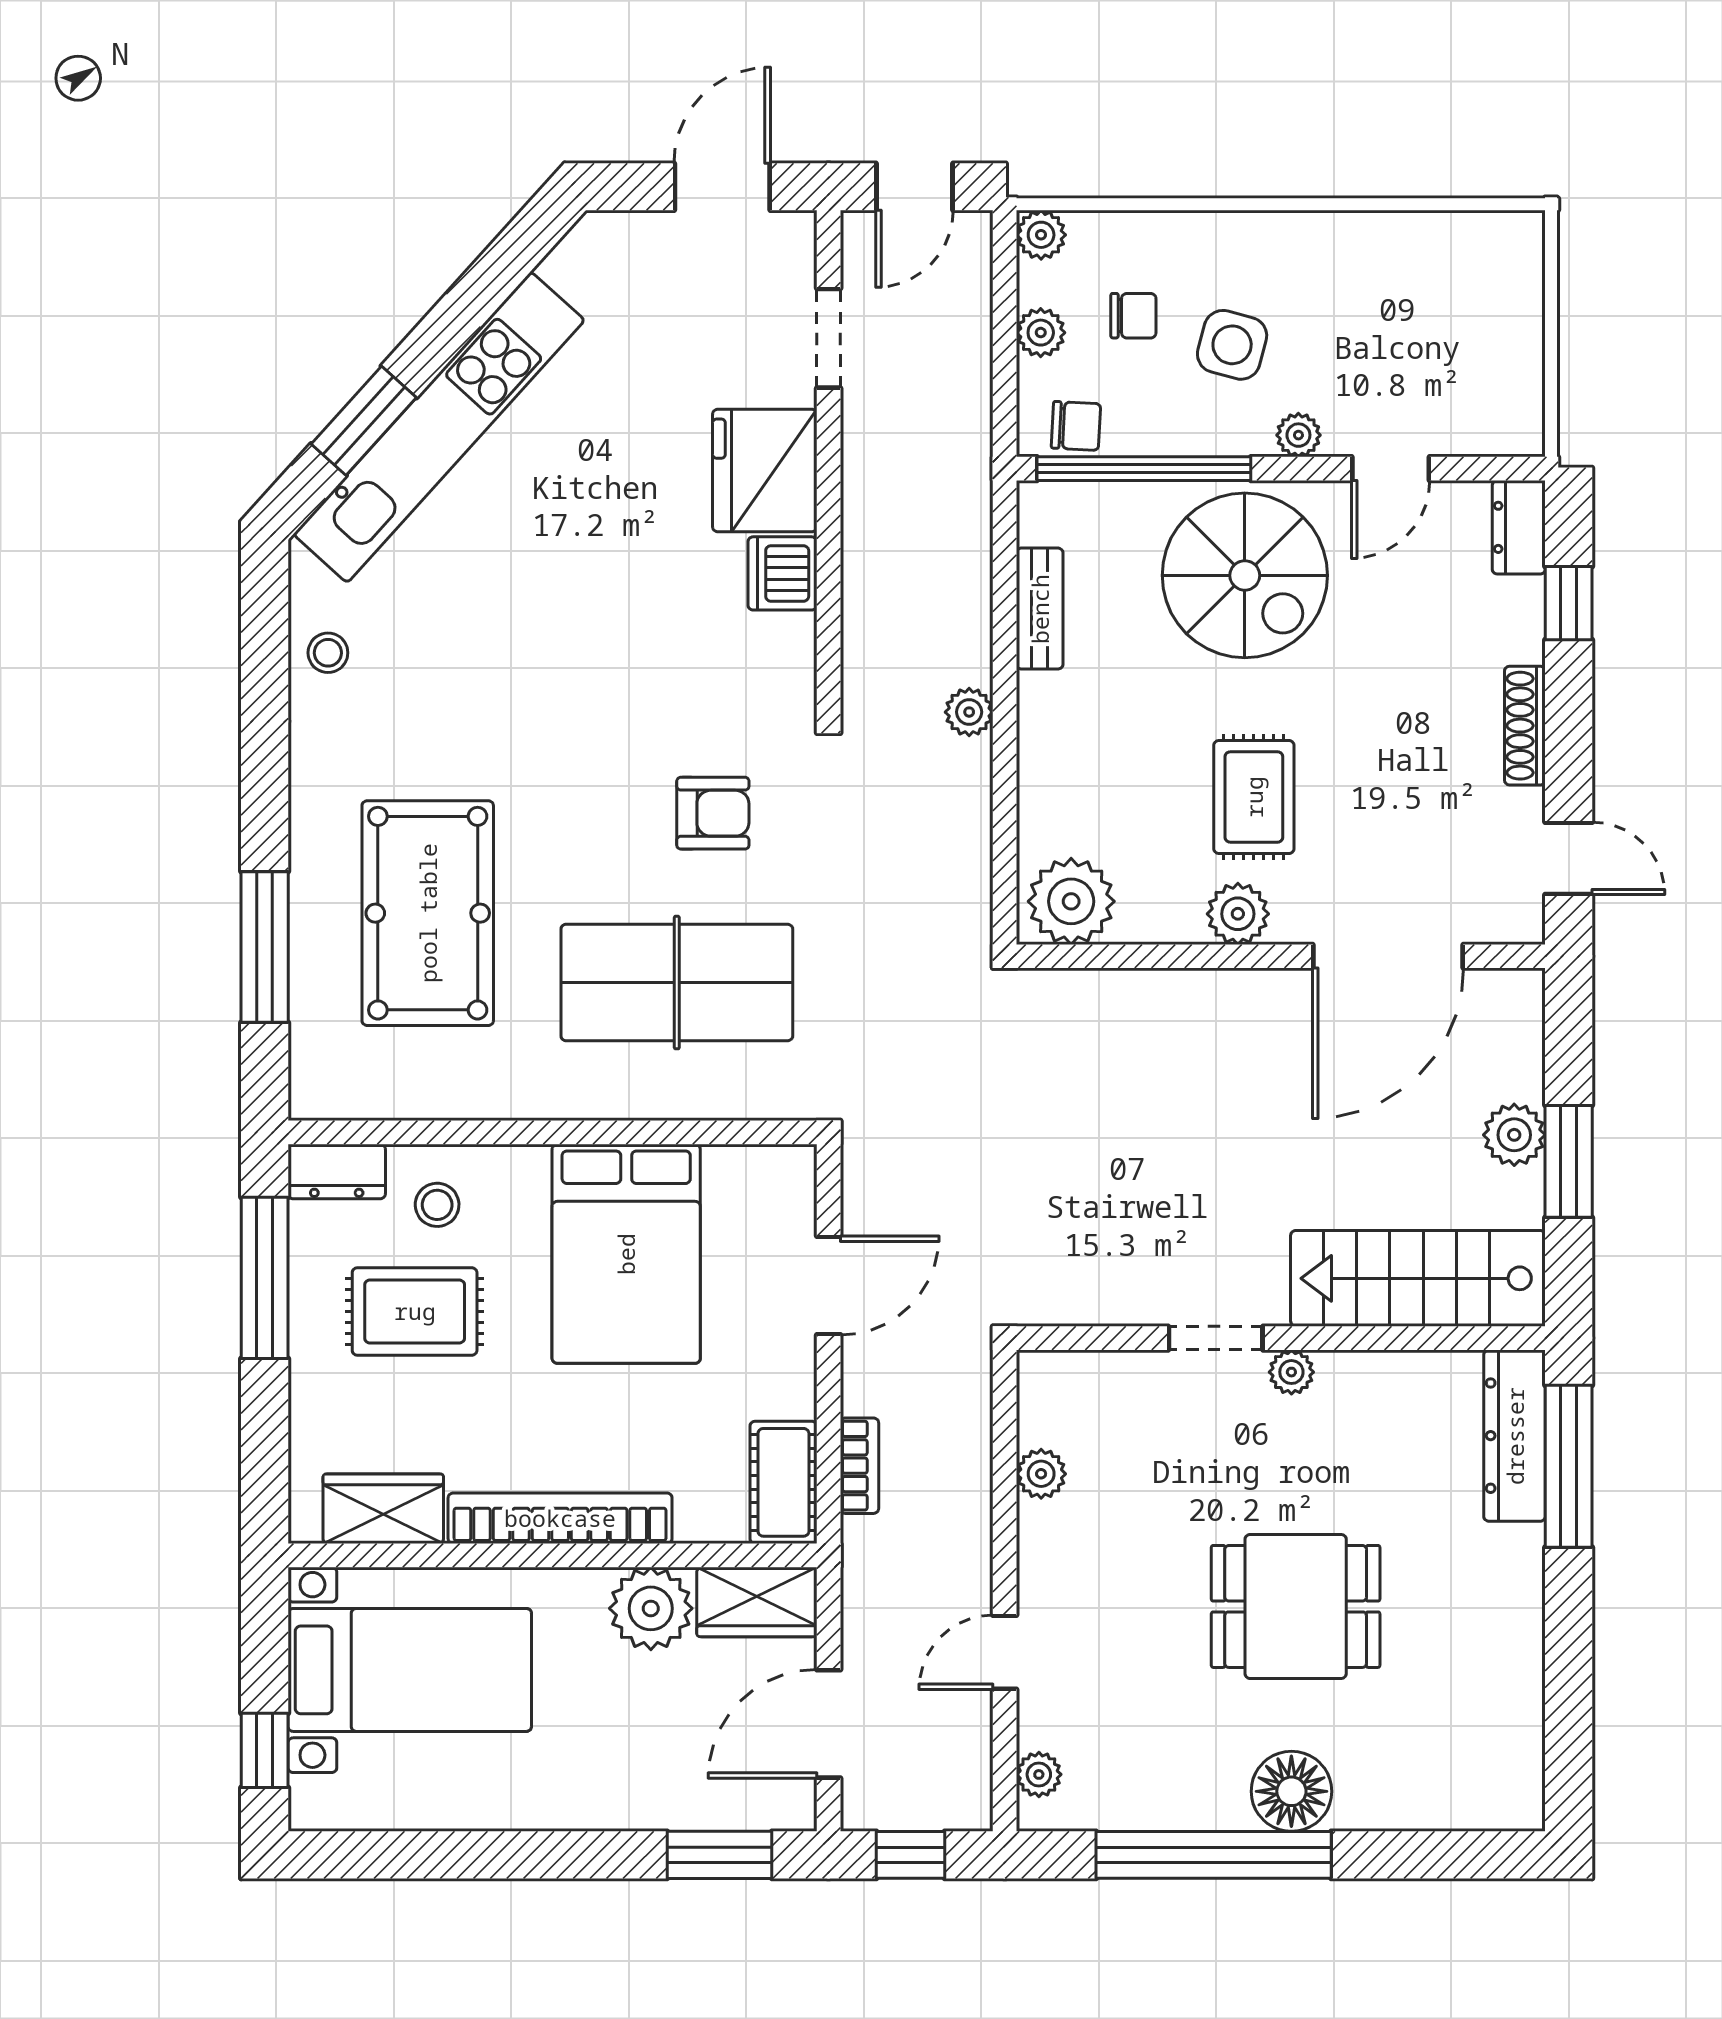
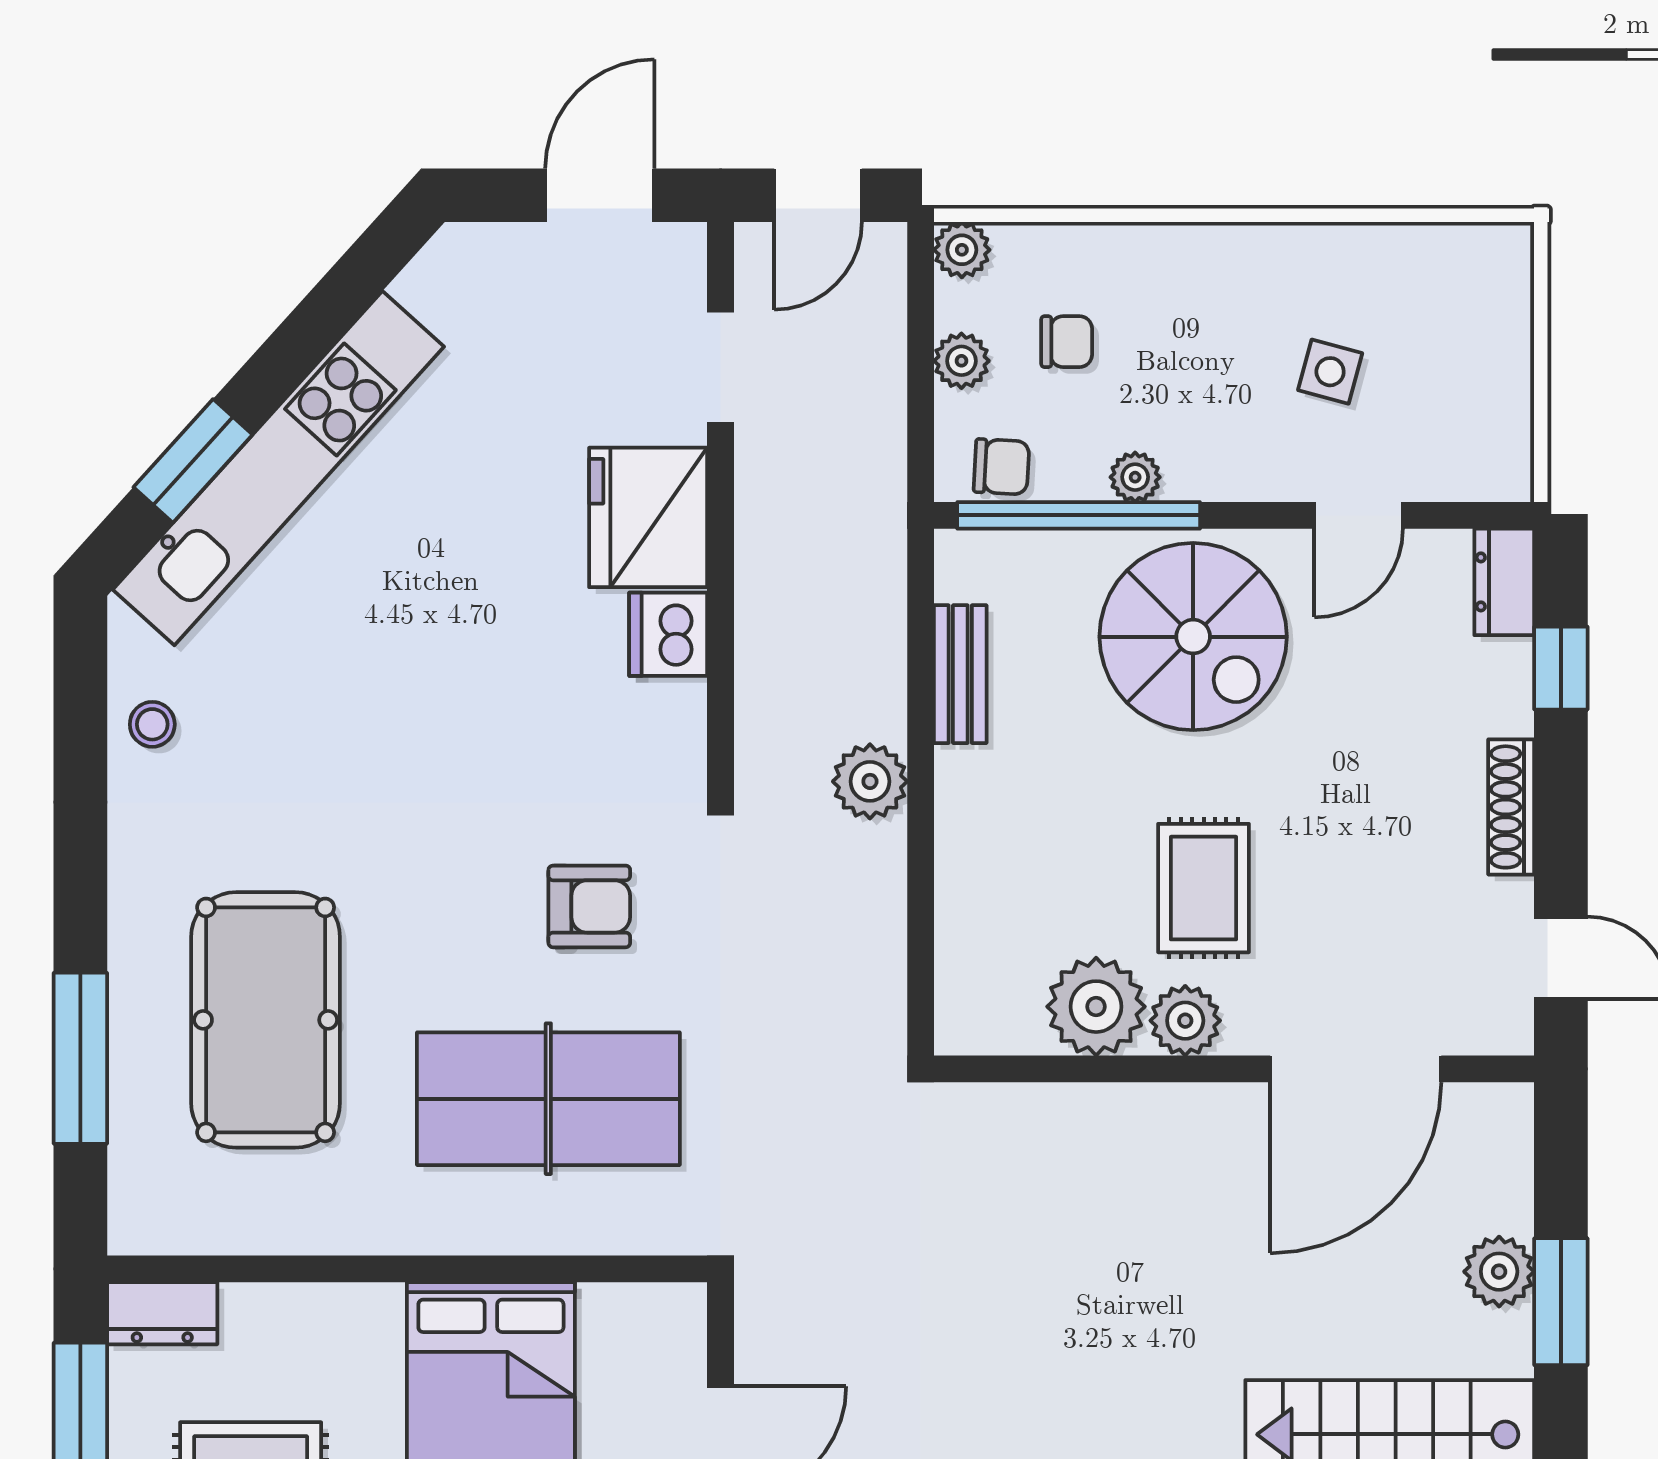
side table: (1232, 345) -> (1330, 372), moved, width x0.73, depth x0.73
plant: (1298, 435) -> (1135, 477), moved
plant: (969, 712) -> (870, 781), width x1.38, depth x1.38
plant: (1071, 901) -> (1096, 1007), moved
stool: (437, 1205) -> (276, 1351), removed

